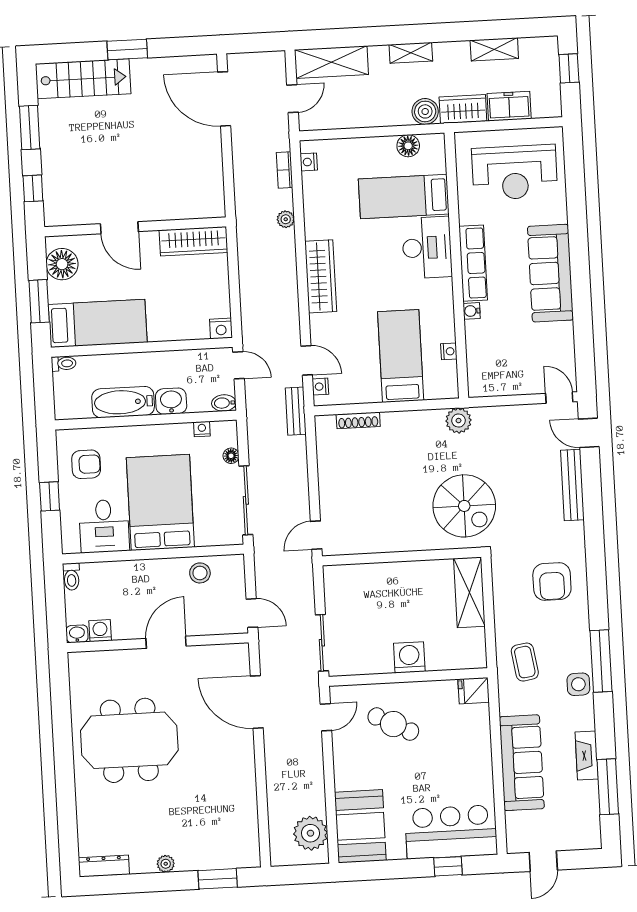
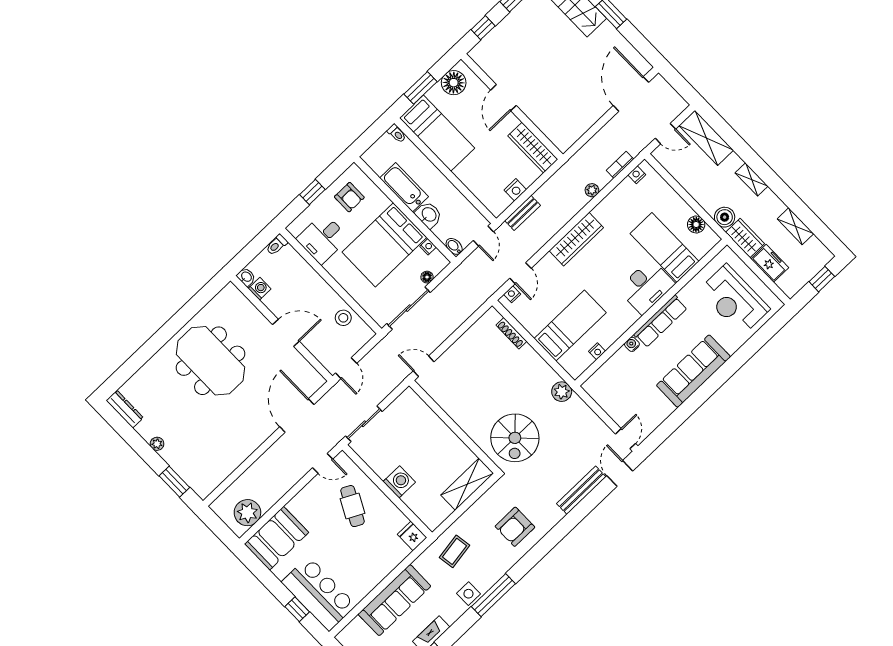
nightstand: (221, 328) -> (515, 190), moved, turned -90
bench: (296, 411) -> (523, 213), moved
bed: (160, 502) -> (384, 245), moved, turned 180

